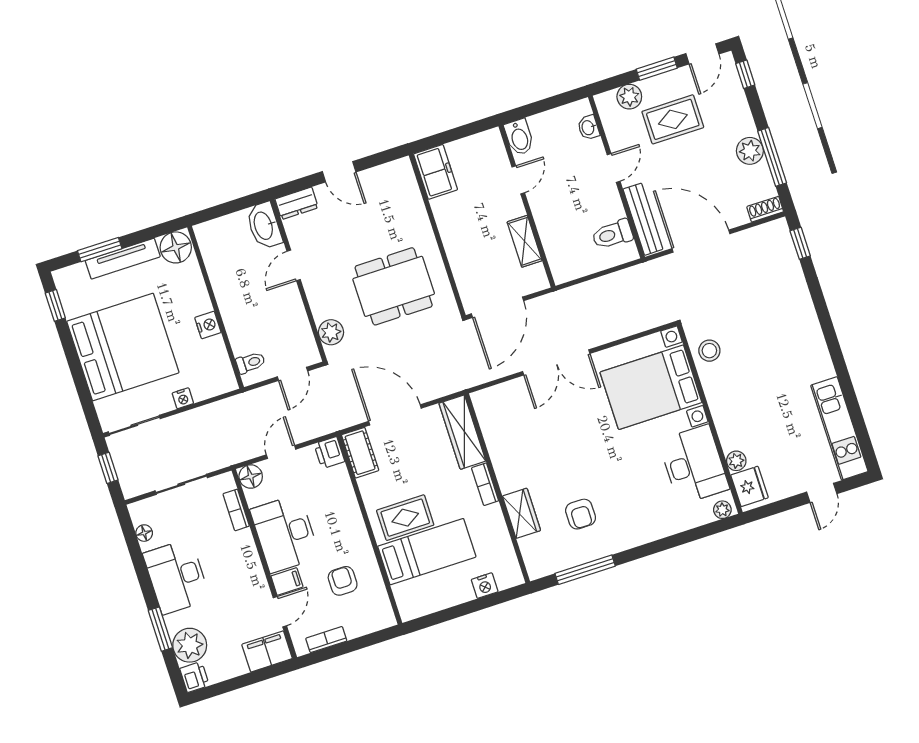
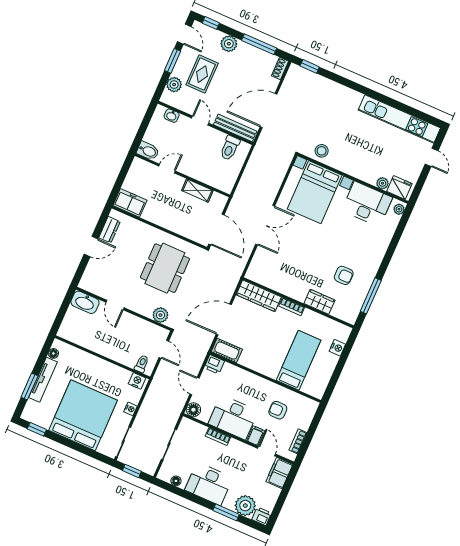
plant: (750, 151) -> (229, 44), moved
door: (518, 180) -> (167, 169), hinge flipped
dresser: (297, 203) -> (110, 230), moved
floor lamp: (176, 247) -> (53, 353), width x0.53, depth x0.53
nightstand: (208, 325) -> (137, 381), moved
kitchen unit: (839, 428) -> (399, 119), width x1.36
bookcase: (236, 510) -> (218, 437), moved
rug: (405, 518) -> (274, 356), removed

